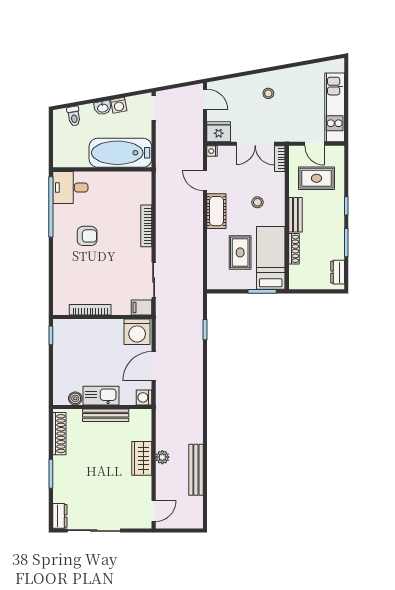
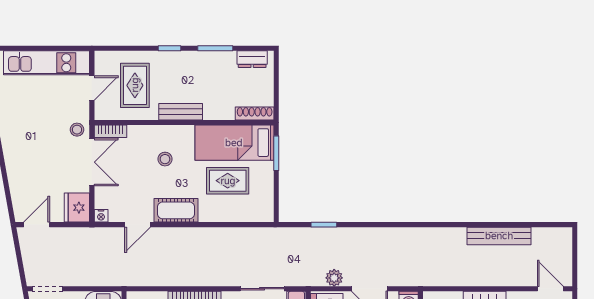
stool: (268, 93) -> (77, 130), moved
shoe rack: (294, 249) -> (255, 113), moved
plant: (162, 457) -> (334, 278), moved

